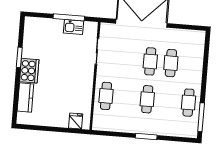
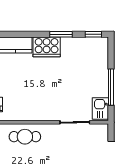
kitchen sink: (73, 27) -> (100, 109), moved
window: (22, 29) -> (93, 34), added

